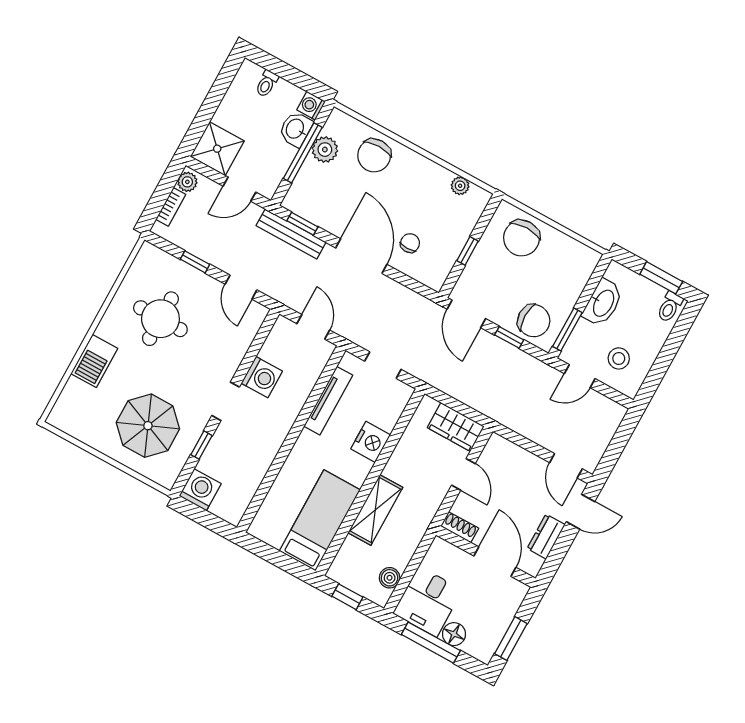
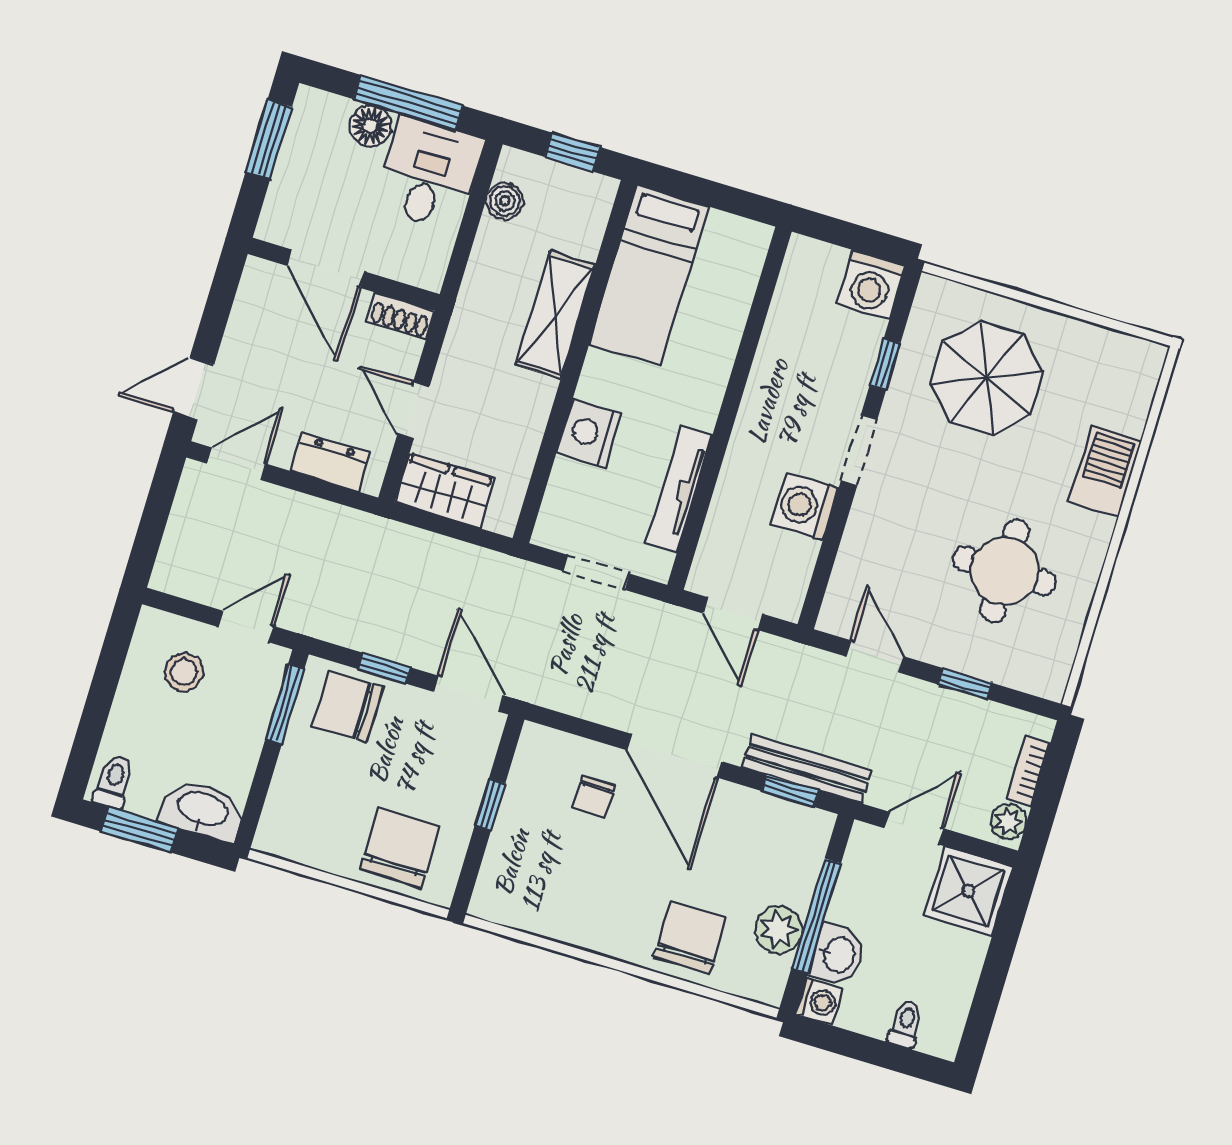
plant: (460, 186) -> (527, 917), removed
washbasin: (603, 303) -> (202, 810), moved, turned 90
door: (566, 466) -> (237, 464), hinge flipped
dresser: (546, 537) -> (330, 462), moved, turned -90

